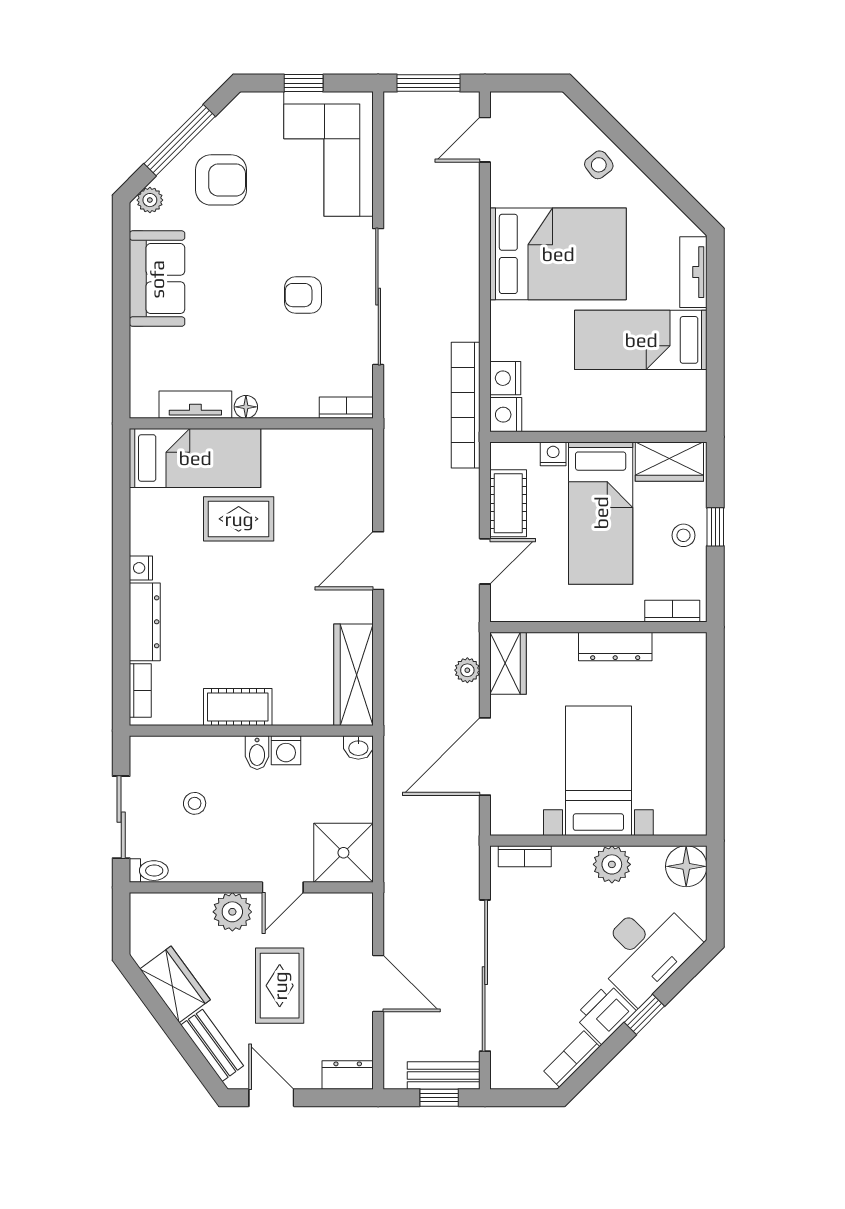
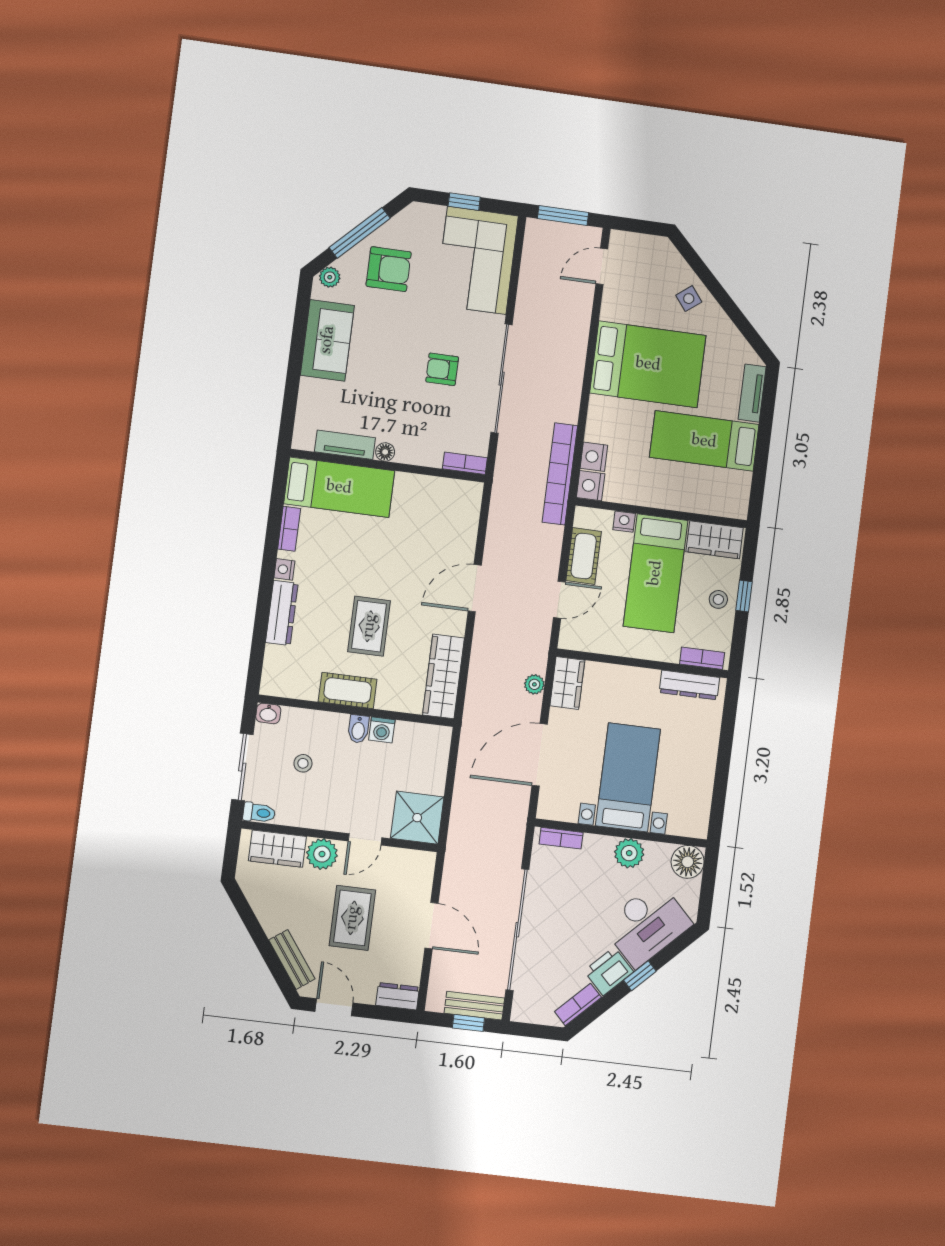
rug: (239, 519) -> (369, 626), moved, turned 90
dresser: (615, 646) -> (689, 685), moved
bookcase: (140, 691) -> (289, 529), moved
washbasin: (358, 747) -> (268, 713), moved
wardrobe: (175, 984) -> (277, 849), moved, turned 126

